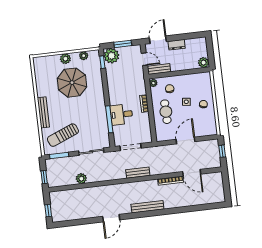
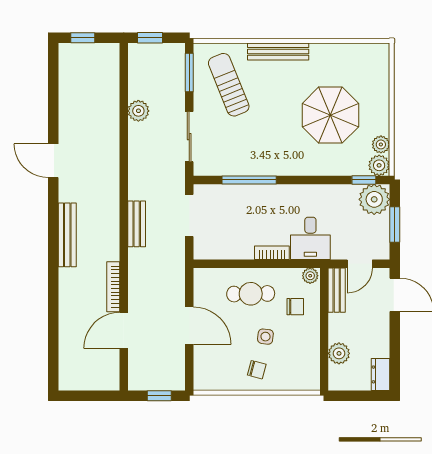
dresser: (177, 45) -> (381, 374), moved
plant: (65, 59) -> (379, 165), moved
plant: (204, 63) -> (339, 353), moved
desk: (121, 114) -> (310, 238), moved, turned 180

